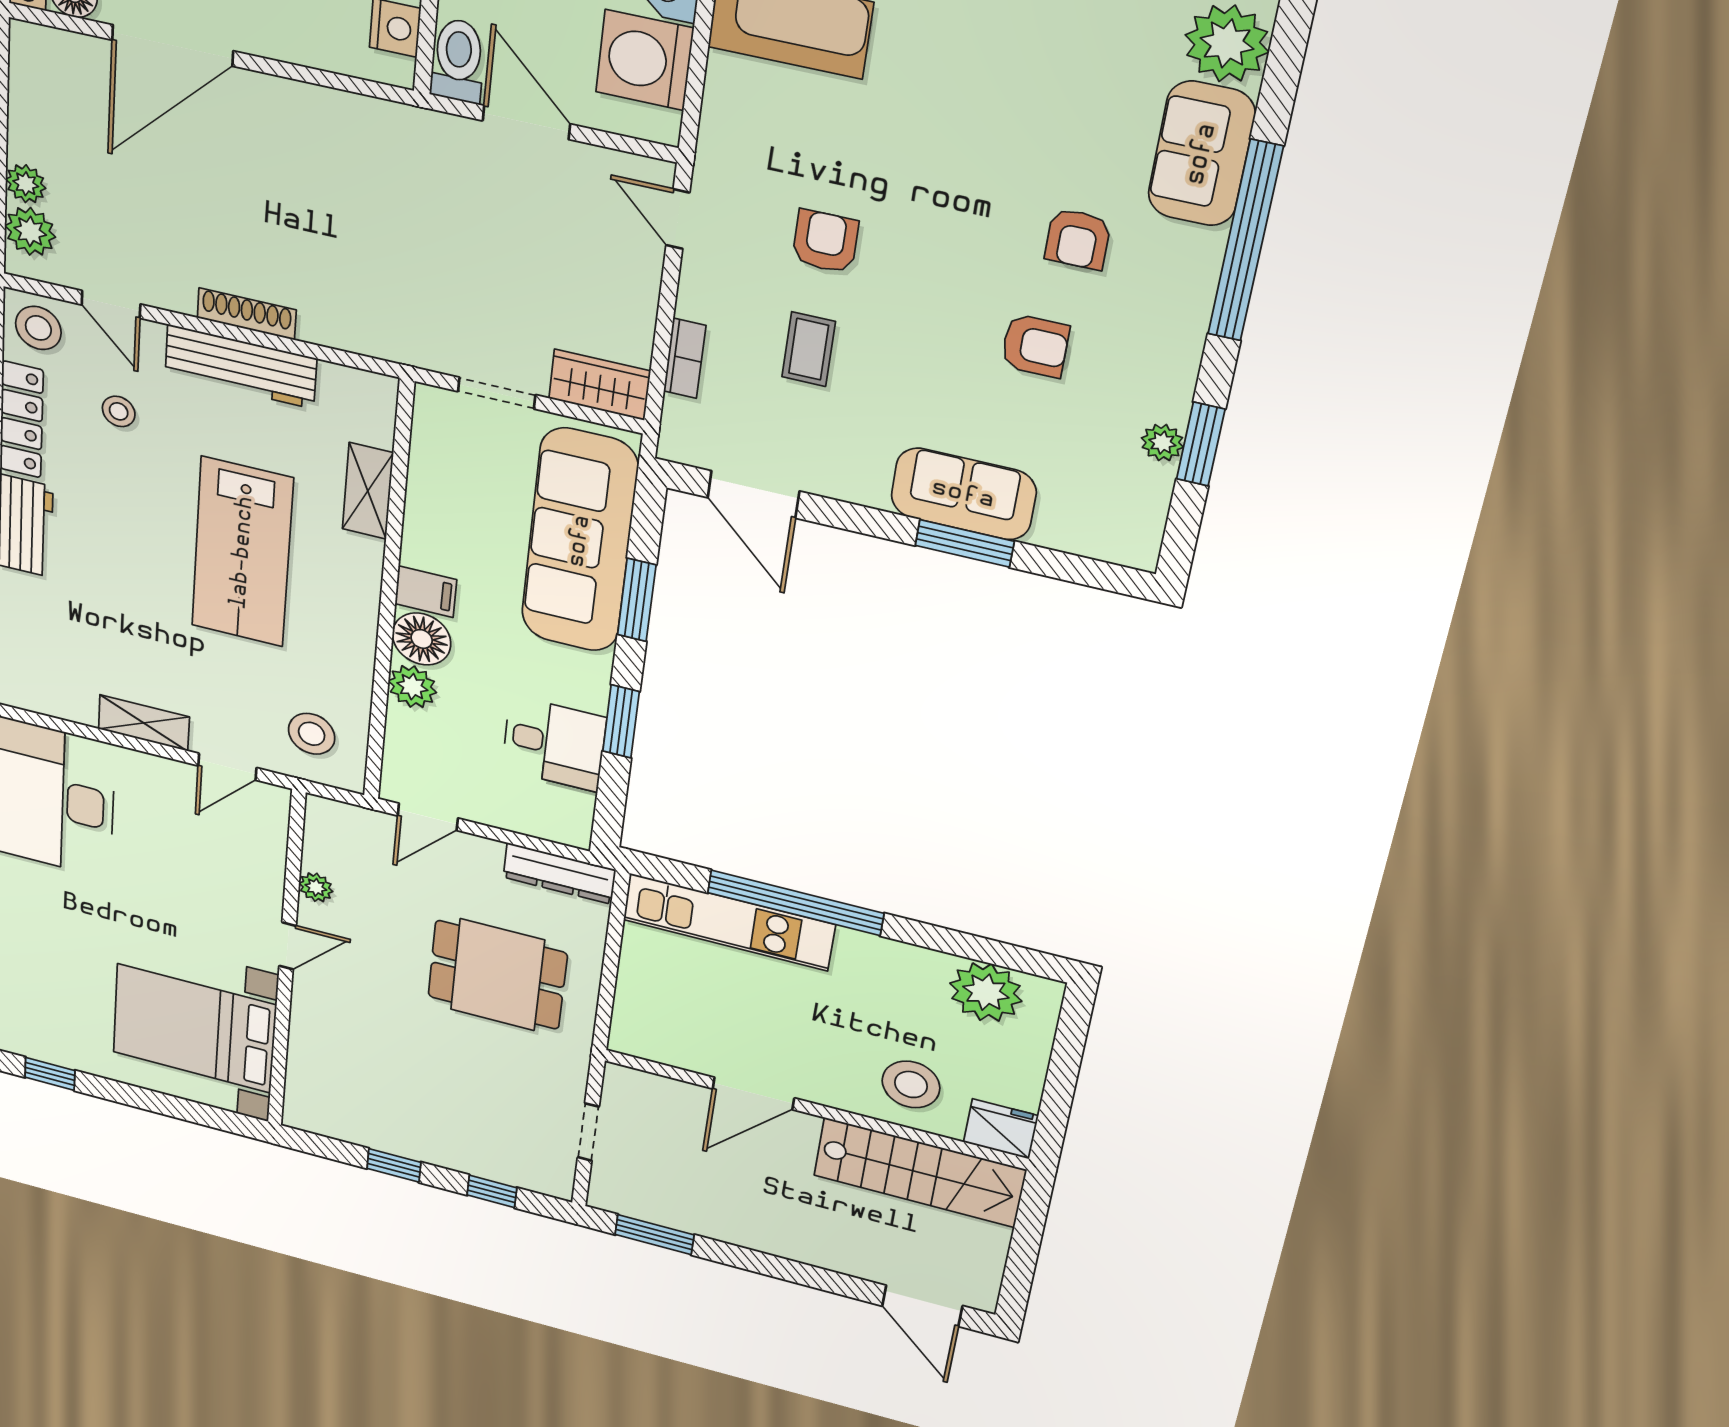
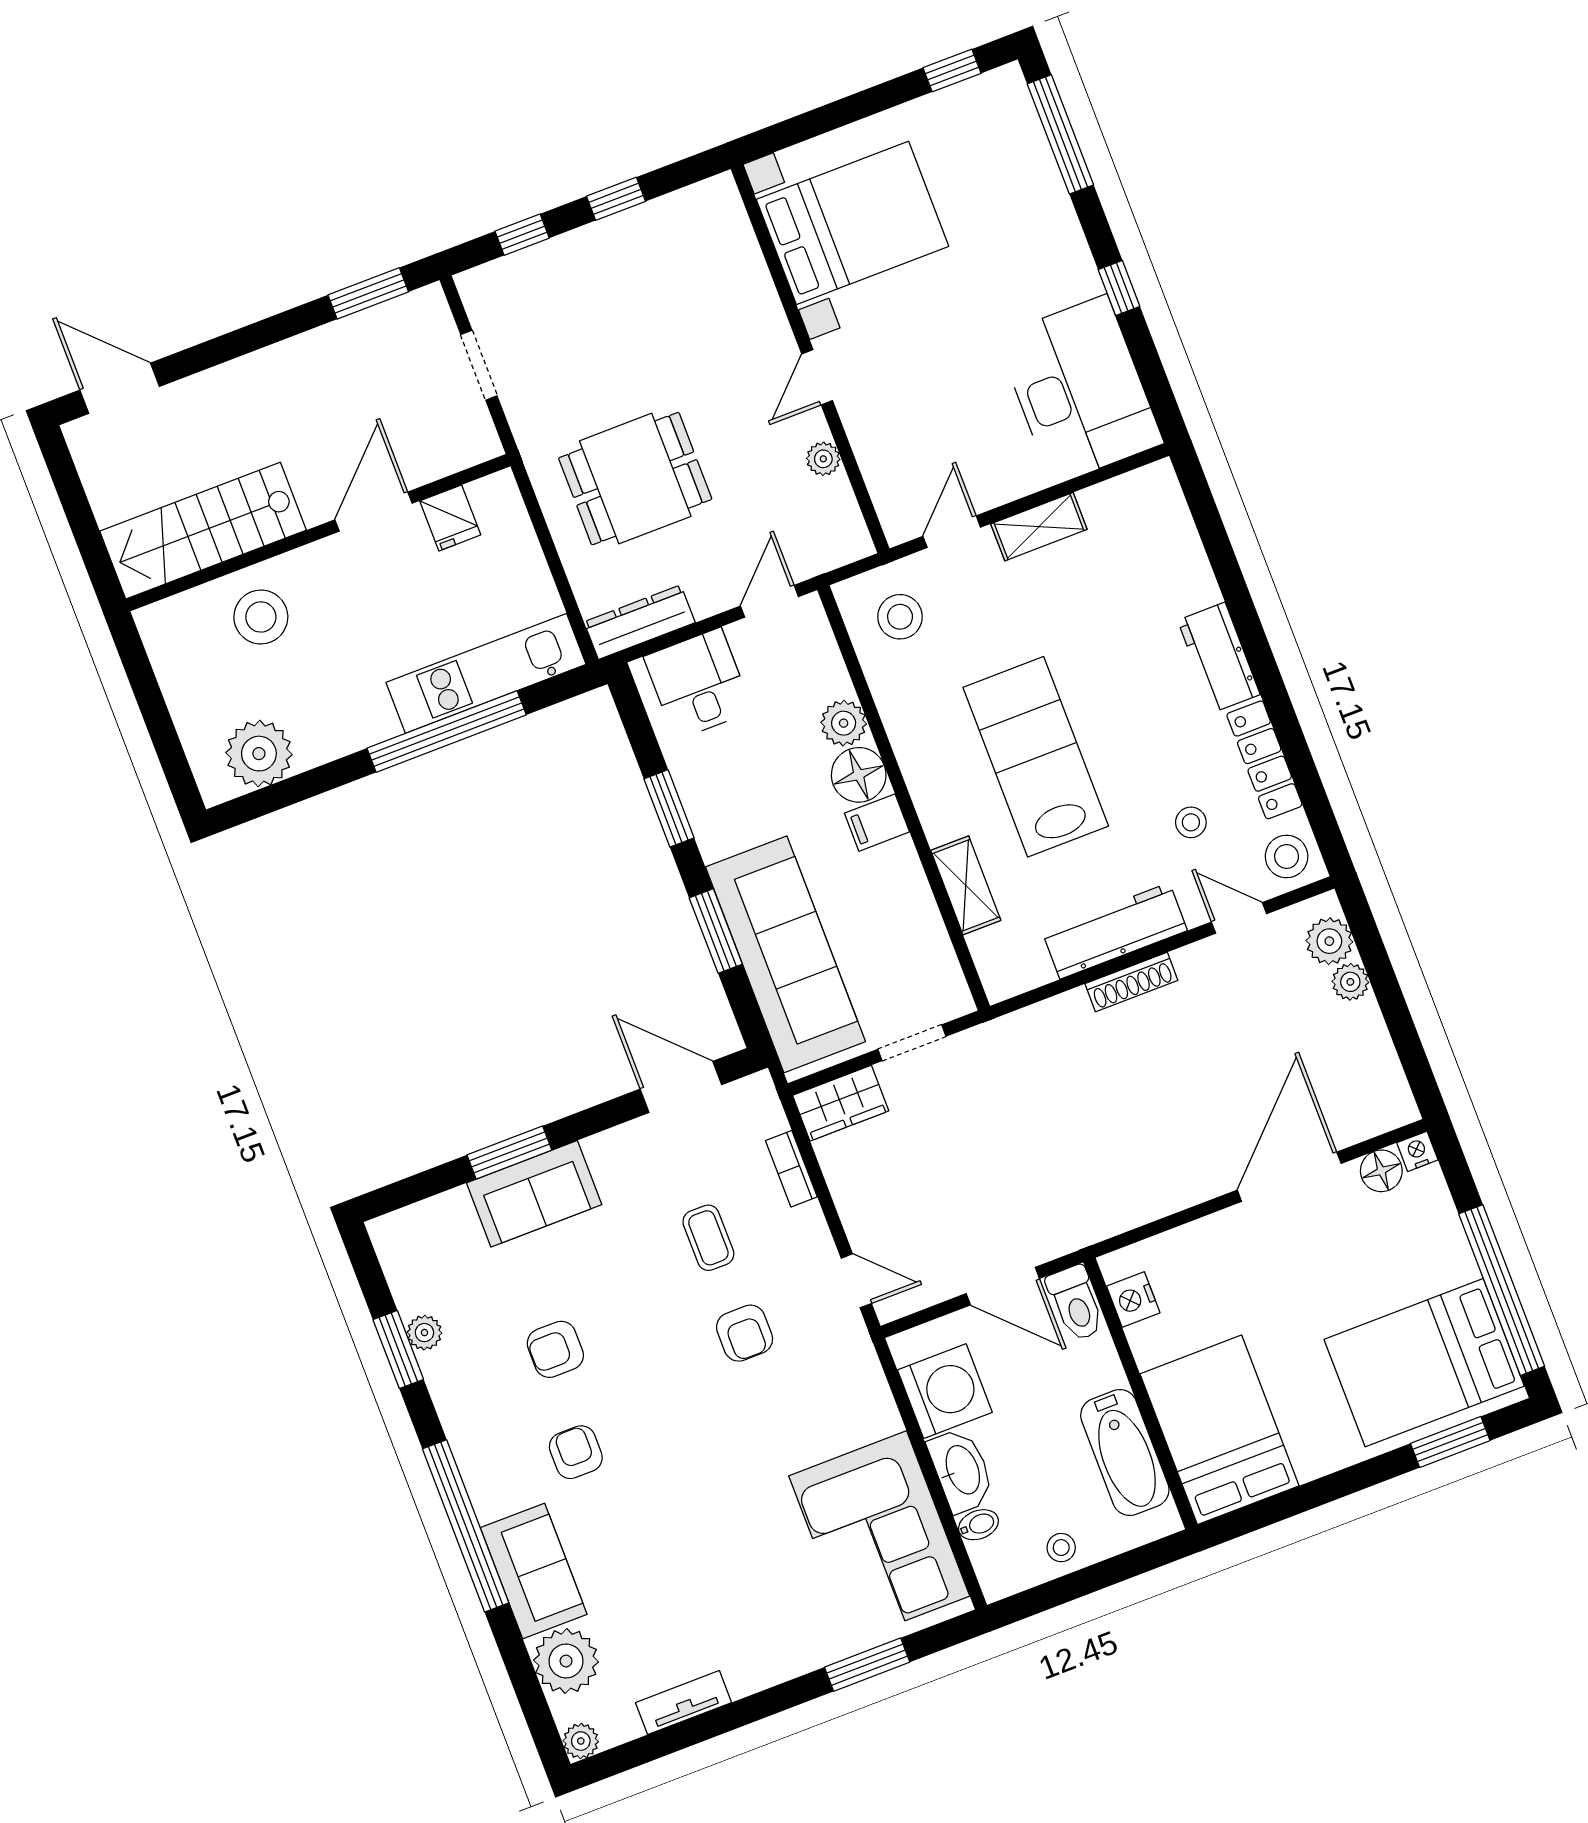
desk: (554, 744) -> (698, 684), moved, turned 90
fridge: (1001, 1129) -> (450, 518), moved, width x0.72

